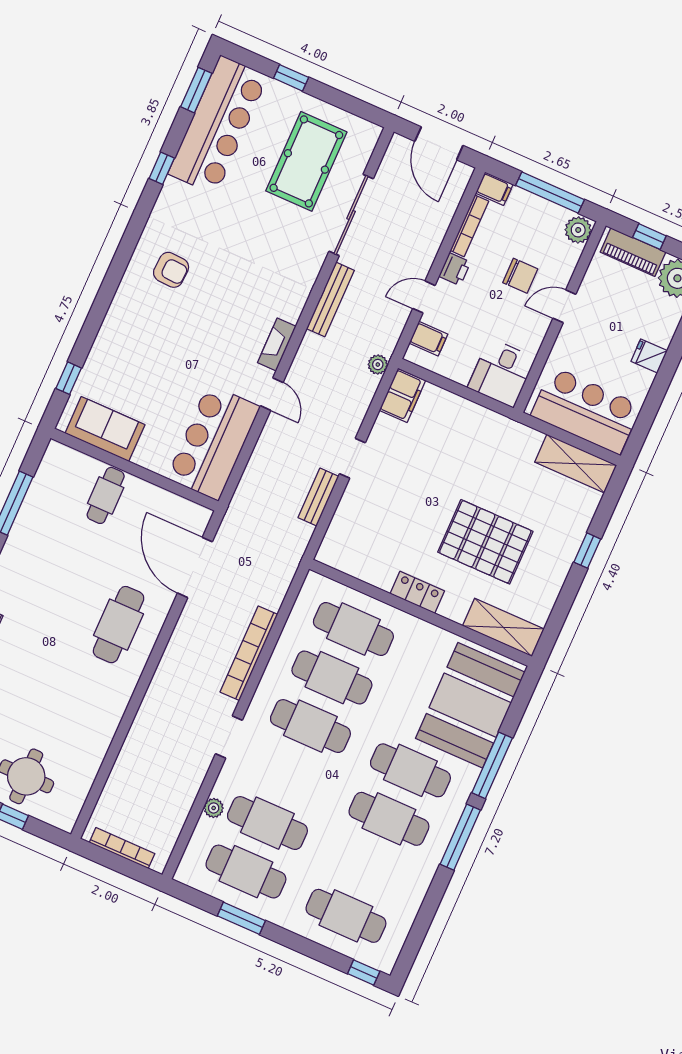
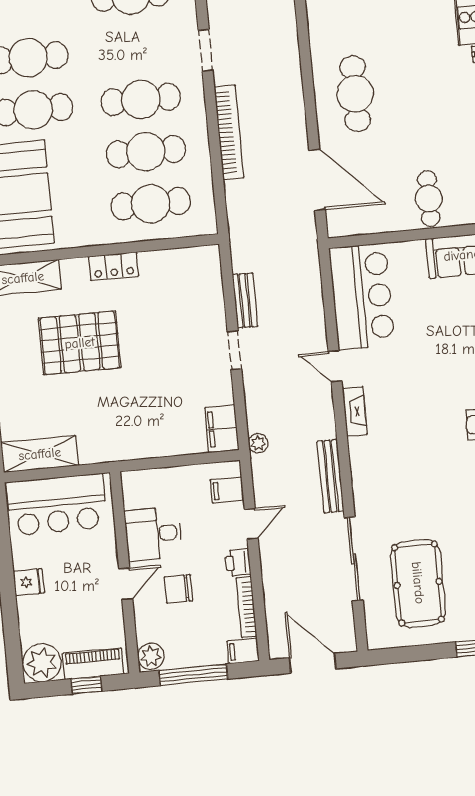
desk: (501, 373) -> (153, 534), moved, turned -90

